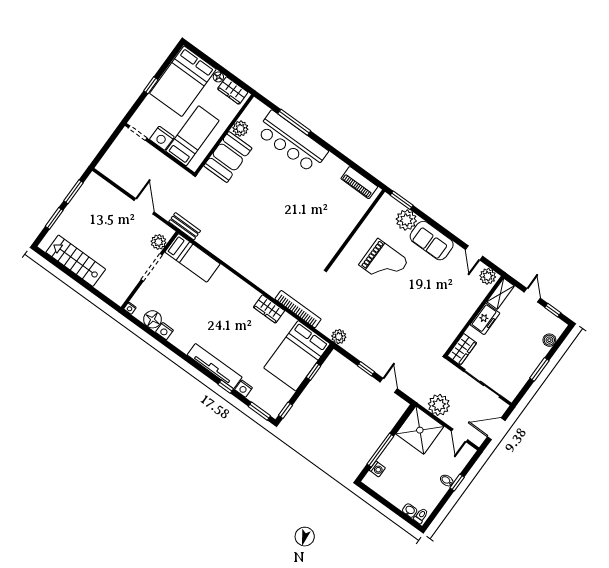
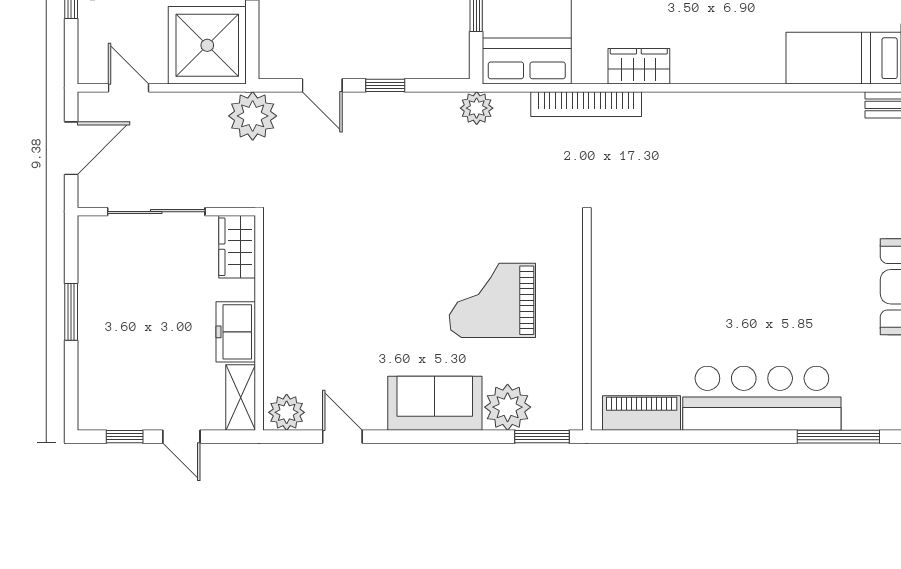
bar counter: (292, 142) -> (762, 398), moved
boiler: (549, 340) -> (91, 378), removed
plant: (439, 405) -> (253, 116), moved

